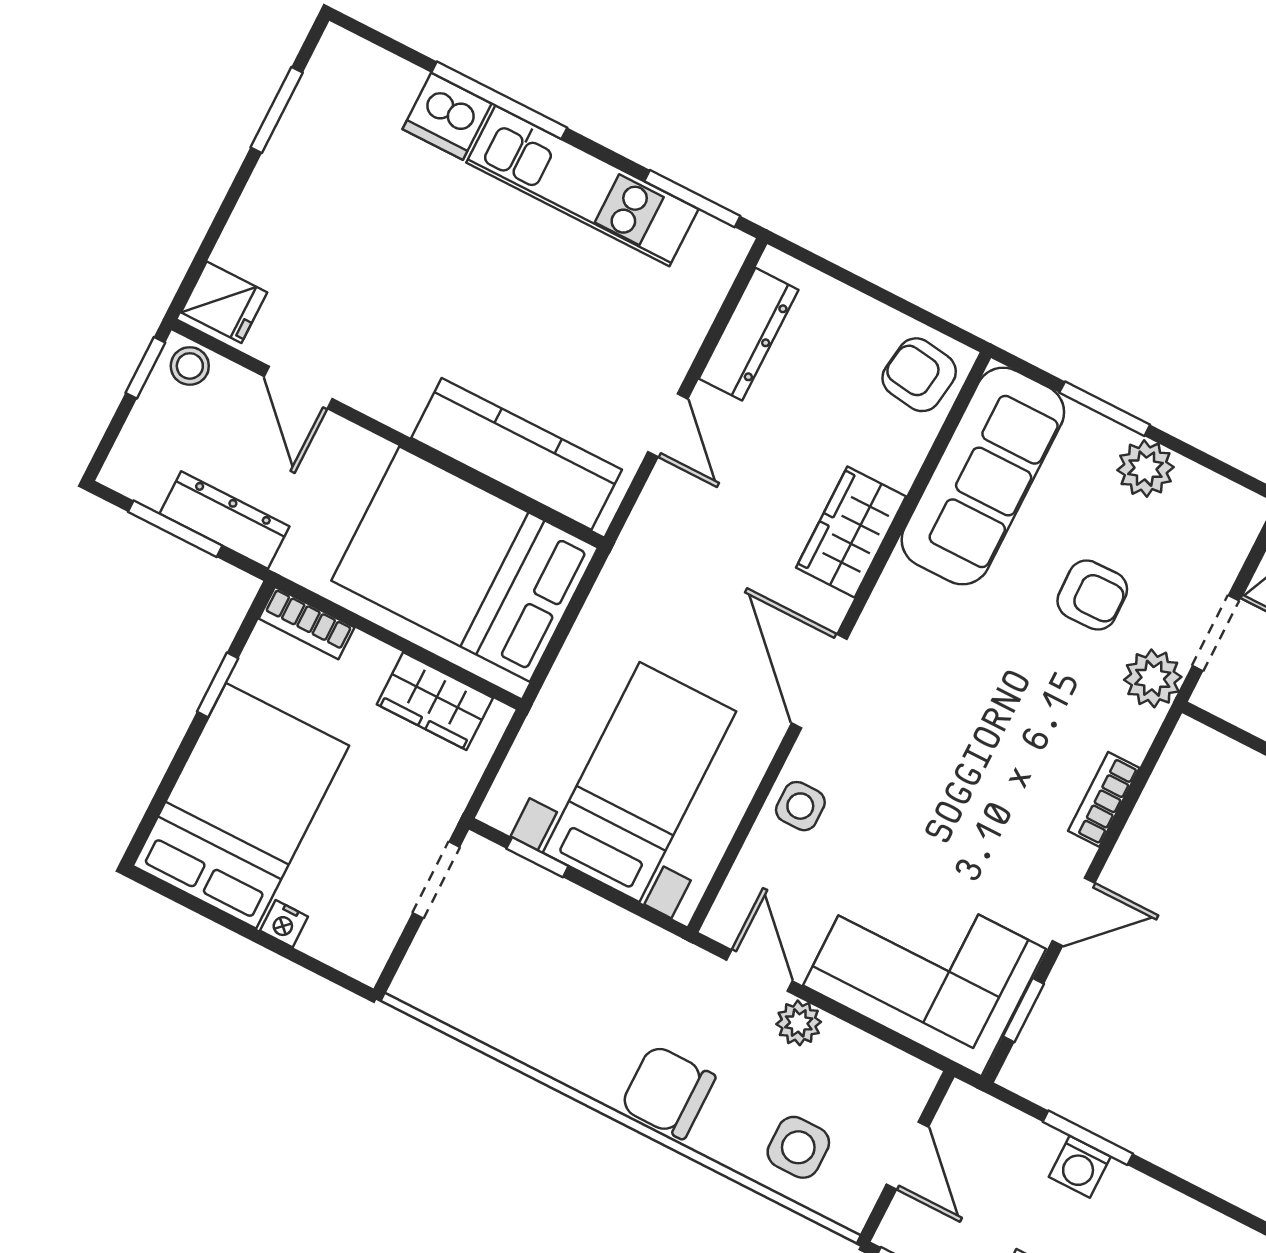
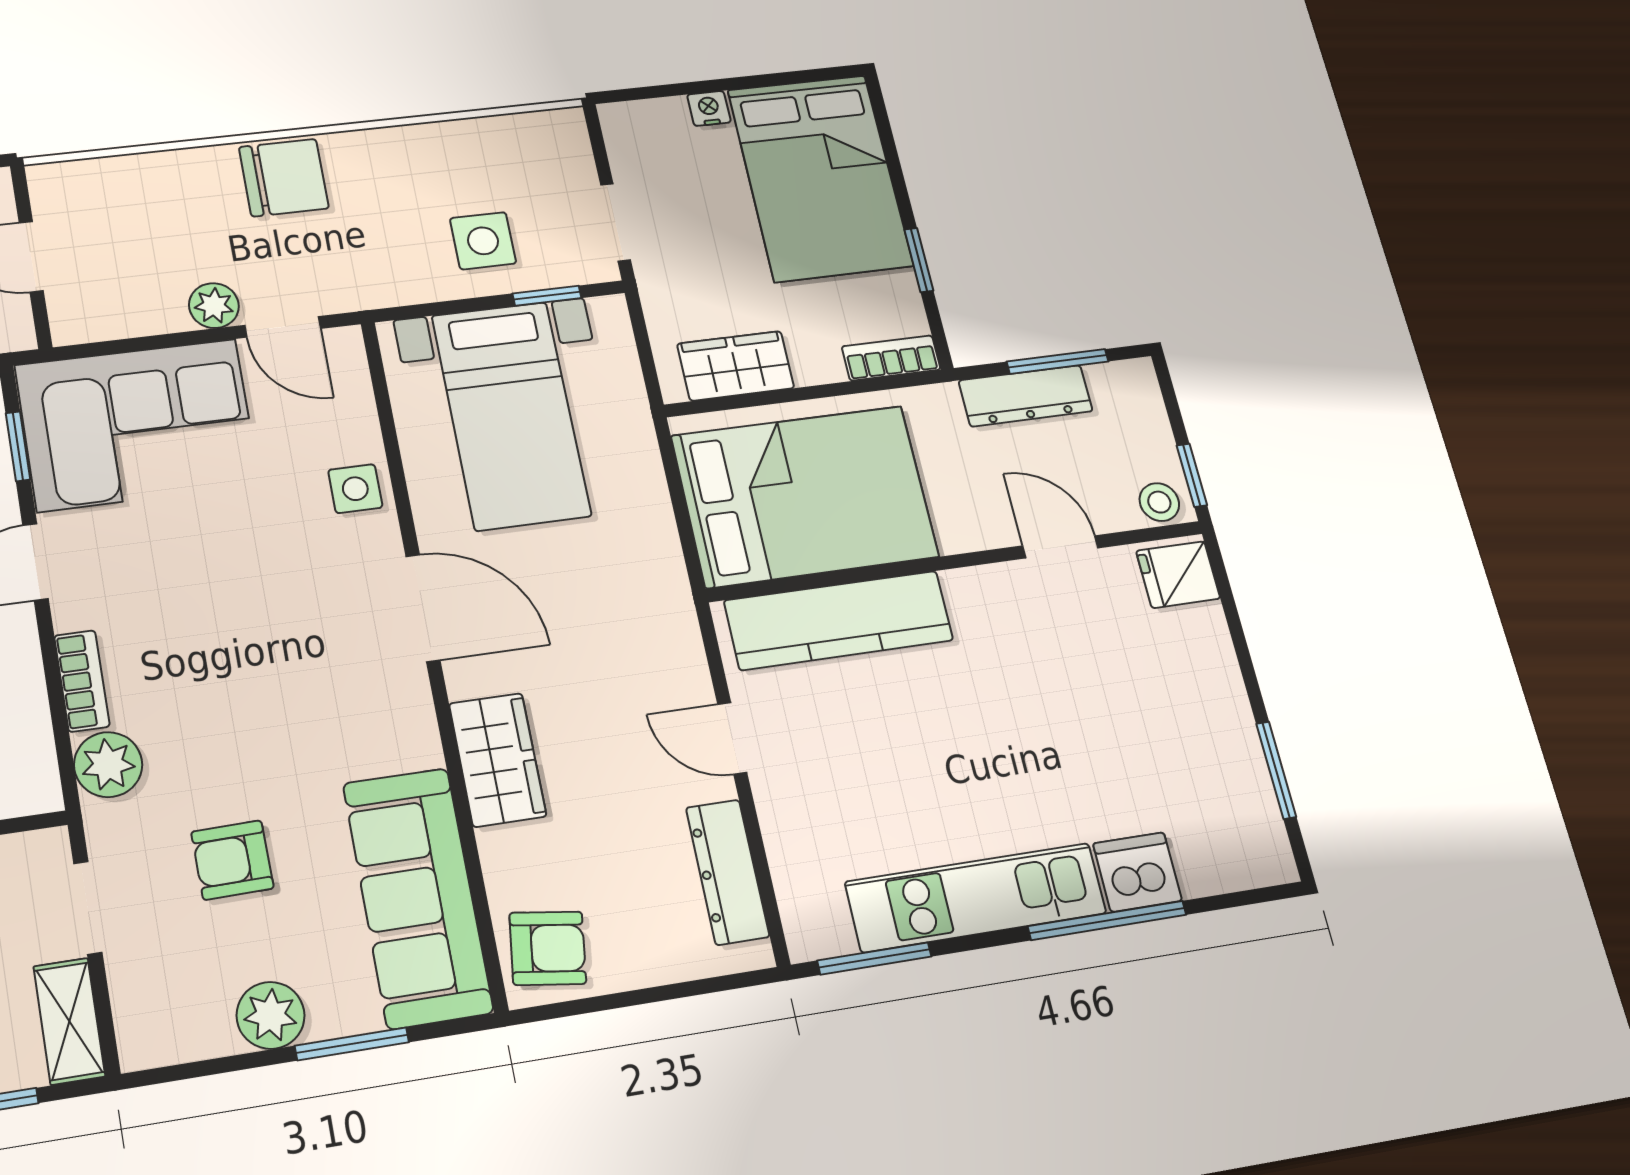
plant: (1153, 678) -> (108, 765), moved
side table: (798, 1147) -> (483, 241), moved

